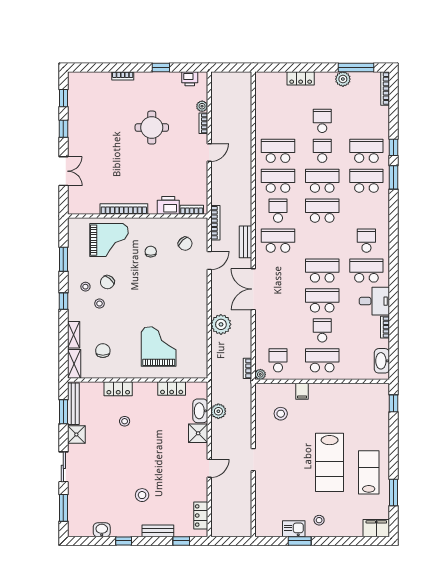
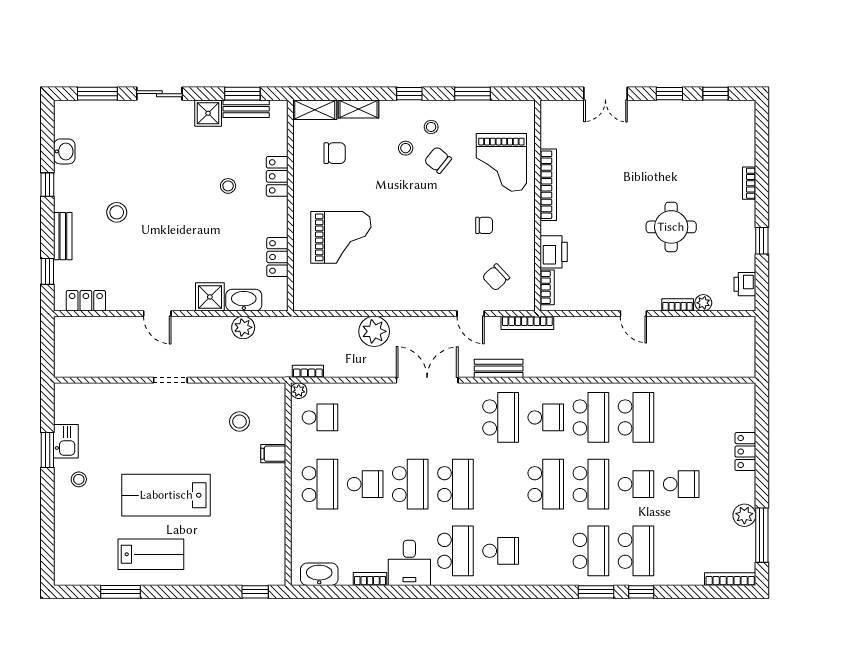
bench: (73, 404) -> (246, 109), width x0.73
filing cabinet: (376, 528) -> (67, 566), removed

